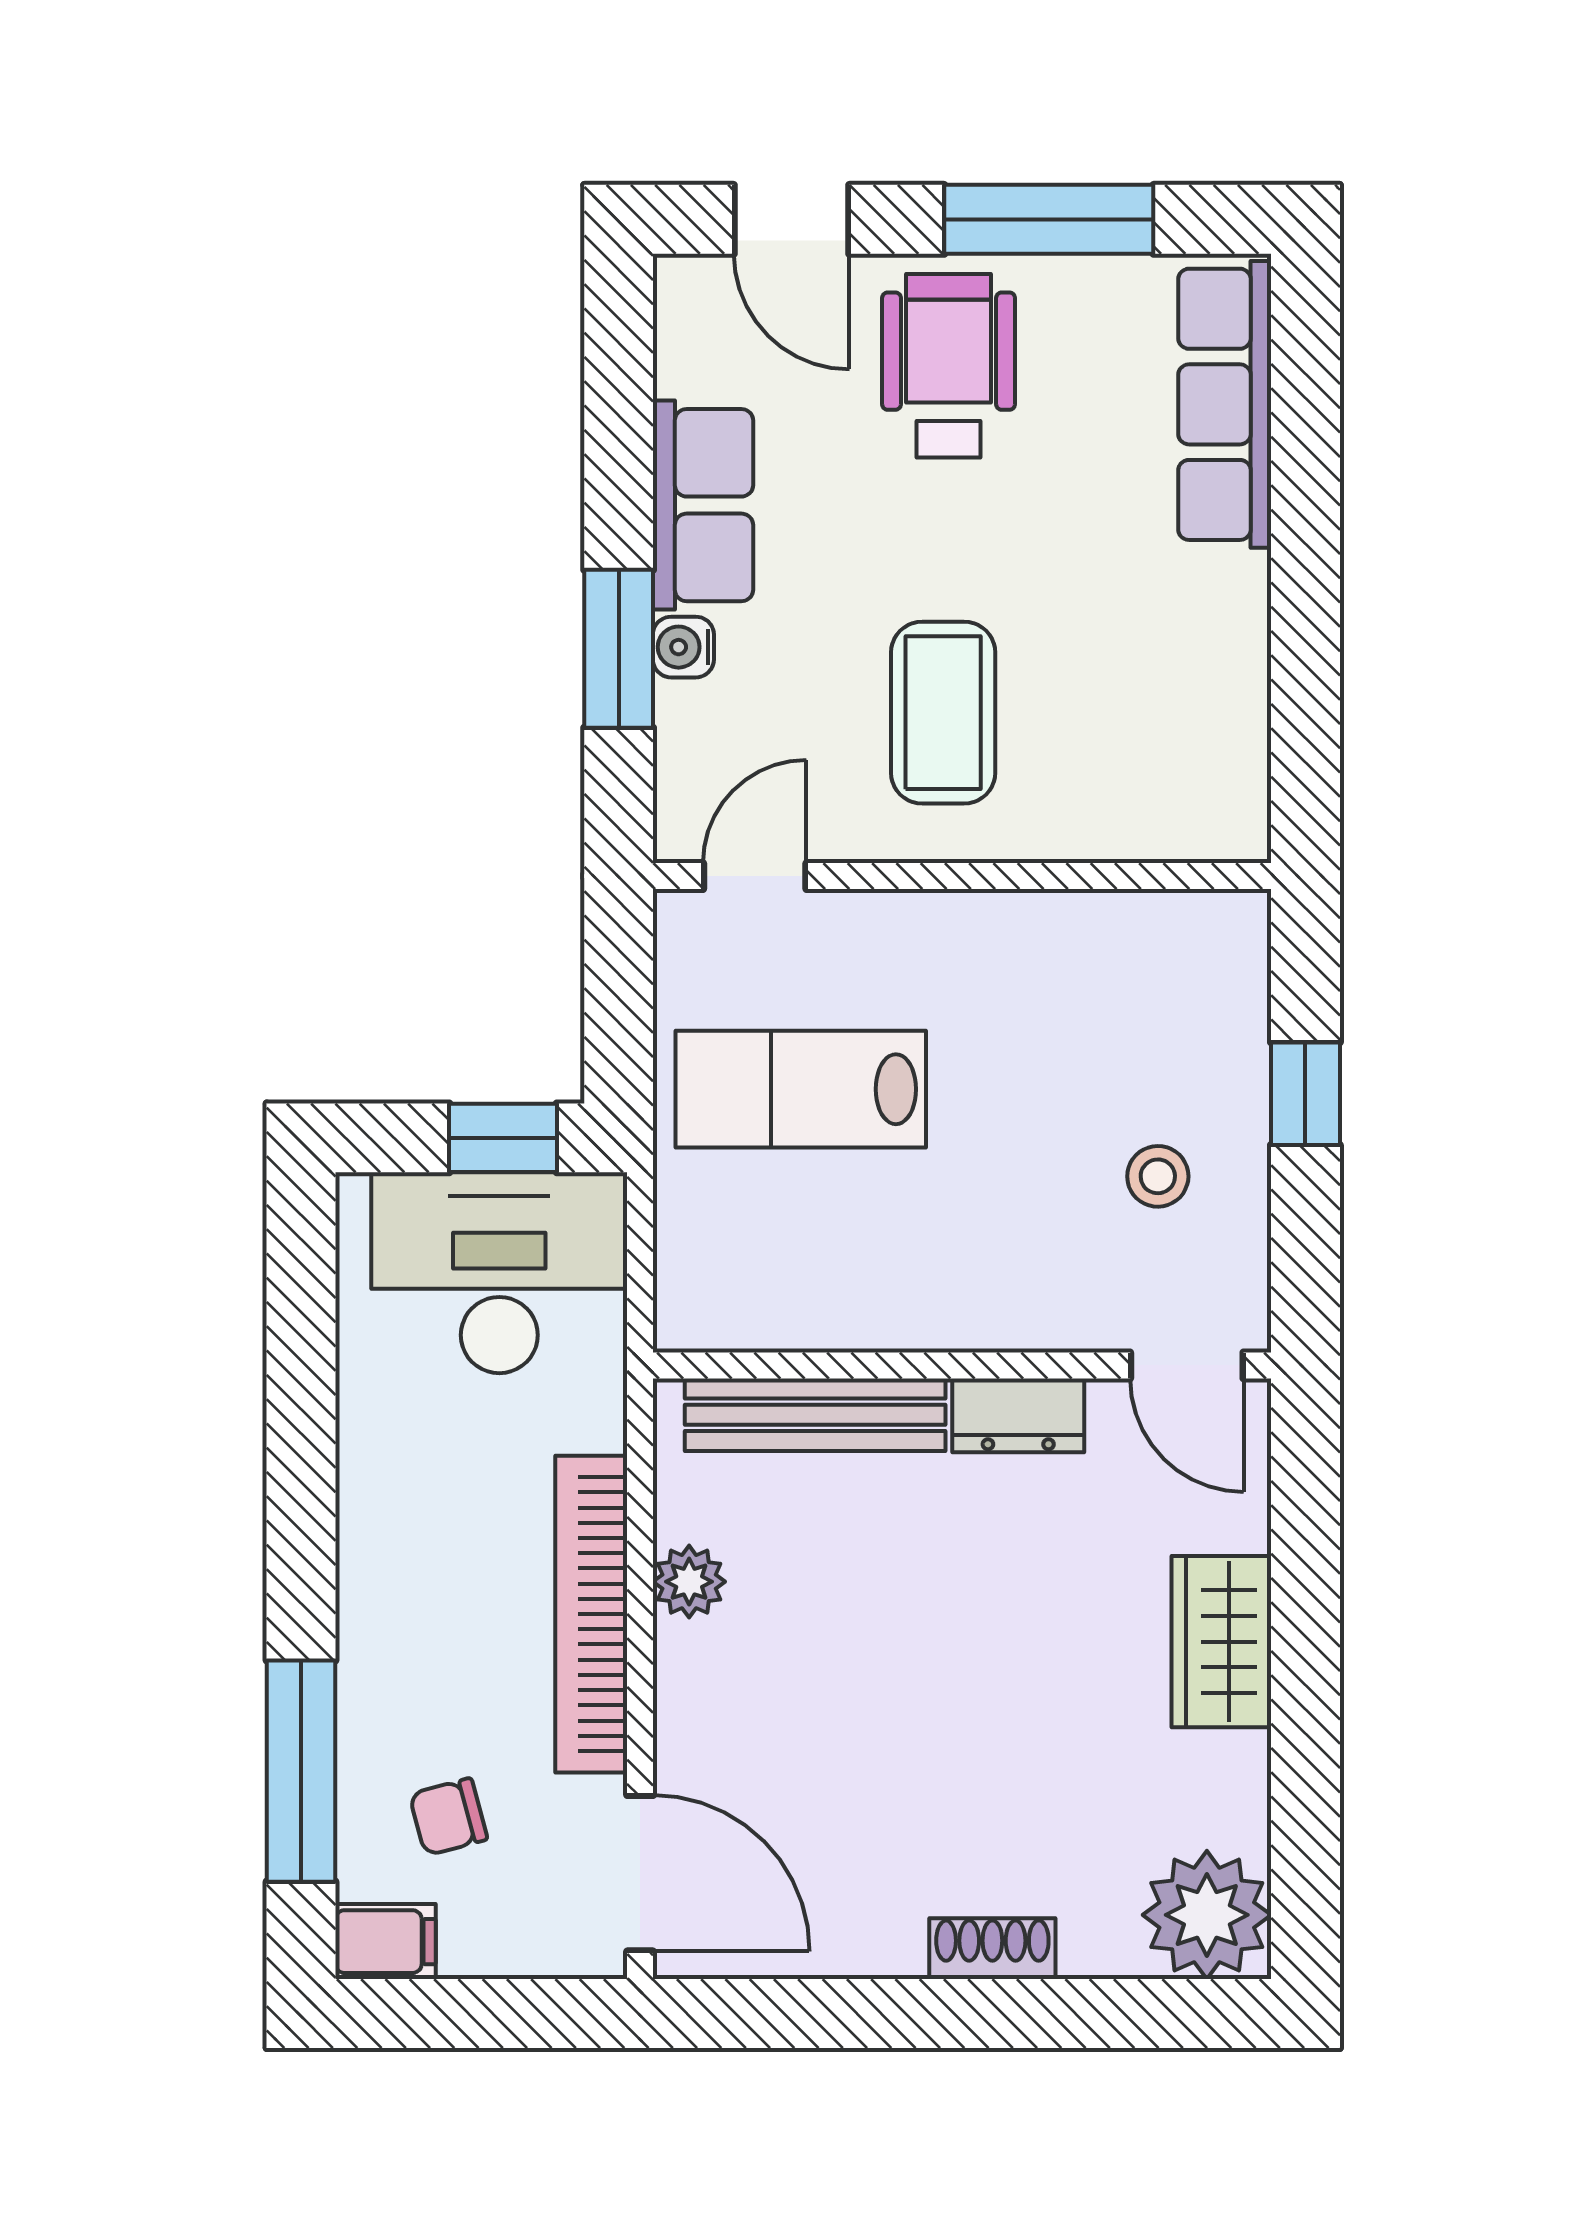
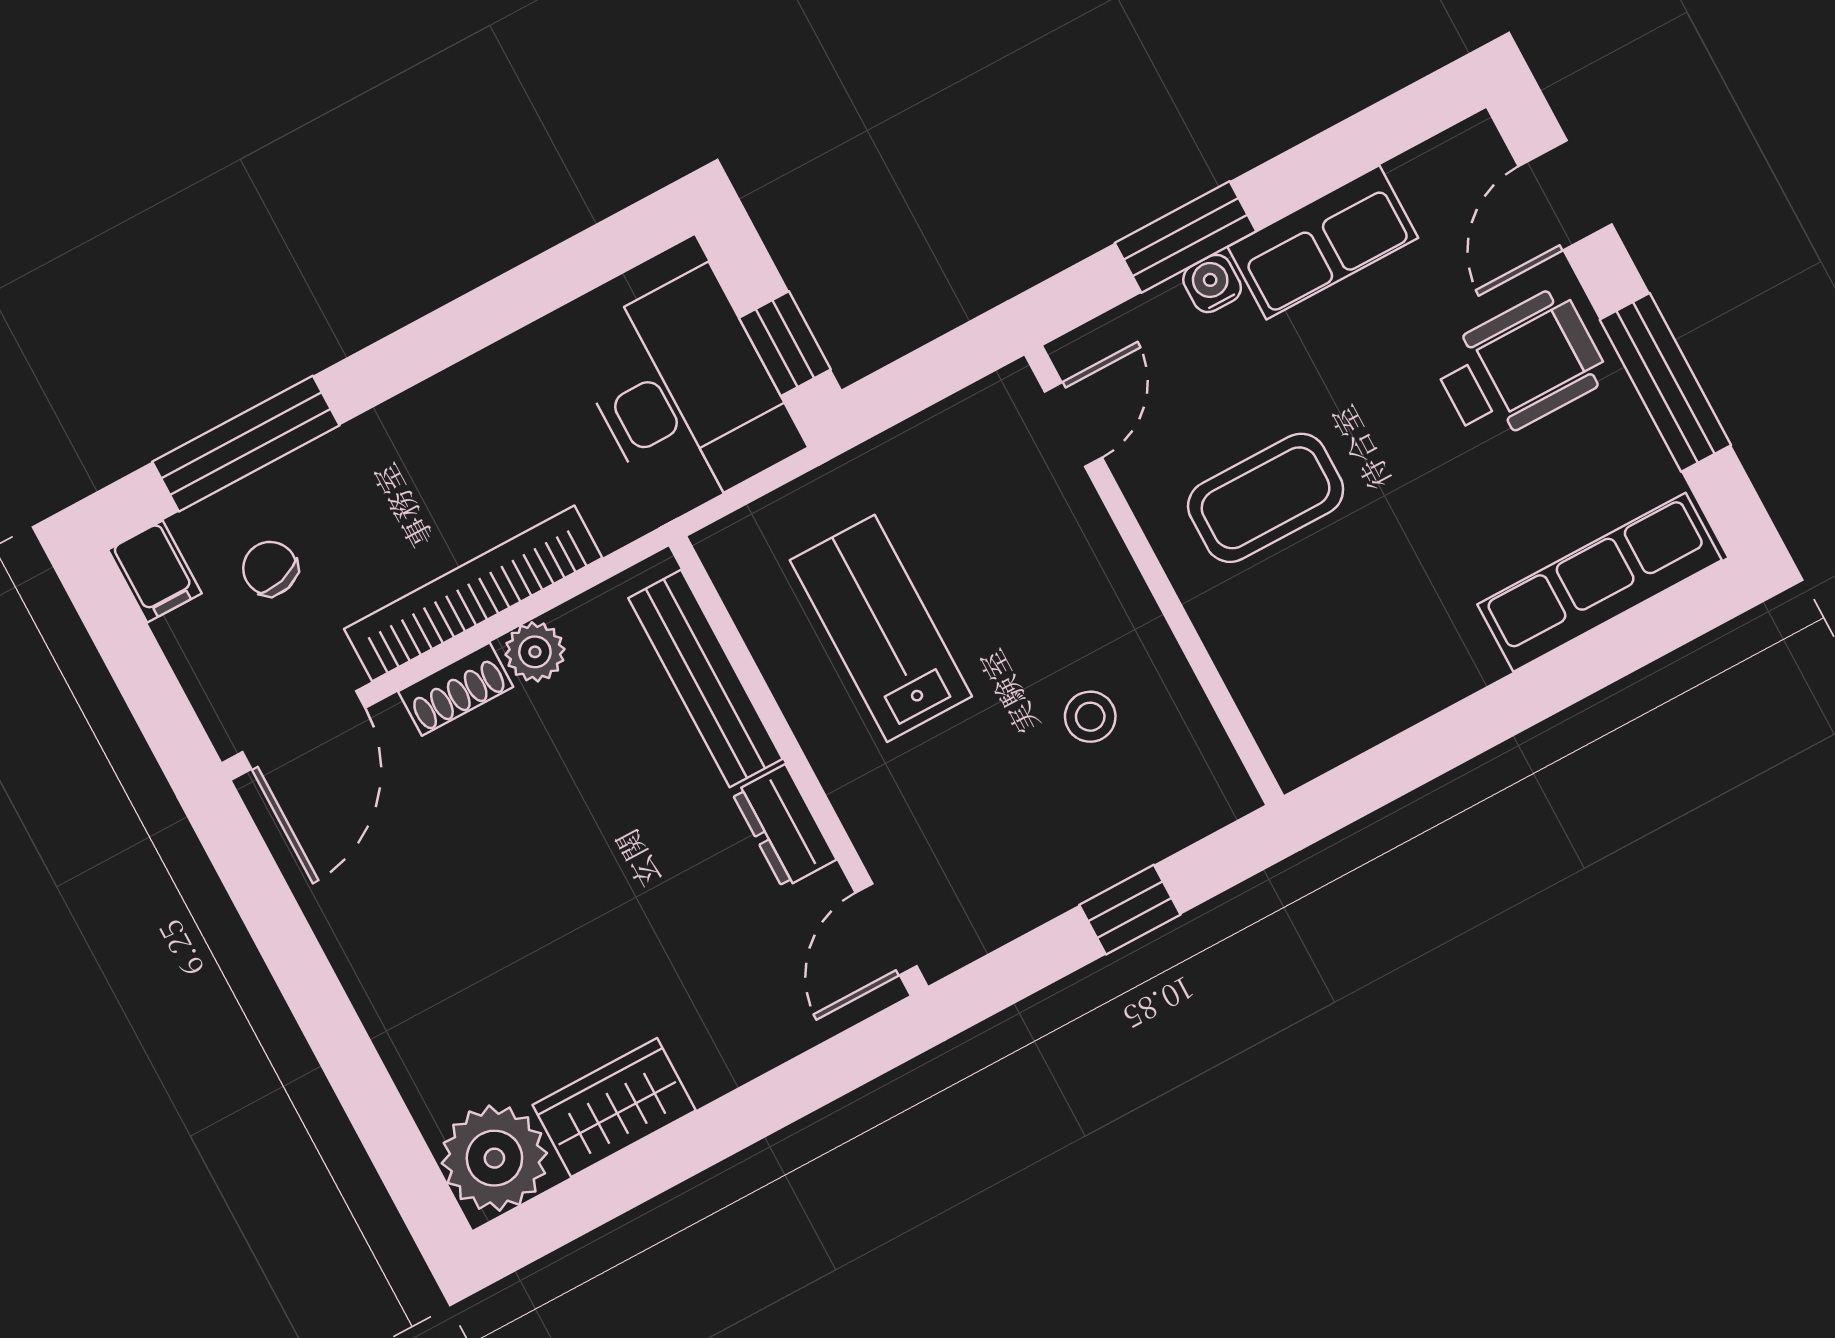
door: (755, 876) -> (1073, 425), hinge flipped
lab bench: (801, 1089) -> (881, 628), moved
stool: (1158, 1176) -> (1090, 717), moved
wardrobe: (1221, 1642) -> (614, 1108), moved
shoe rack: (992, 1949) -> (456, 689), moved, turned 90

